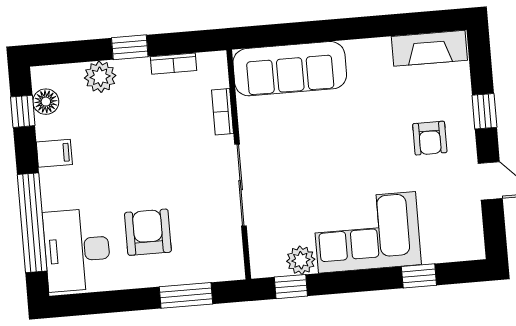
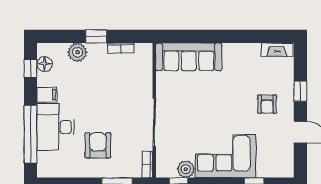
fireplace: (429, 48) -> (277, 50), width x0.73, depth x0.76
bookcase: (222, 112) -> (147, 164), moved
desk: (77, 250) -> (56, 127), moved

